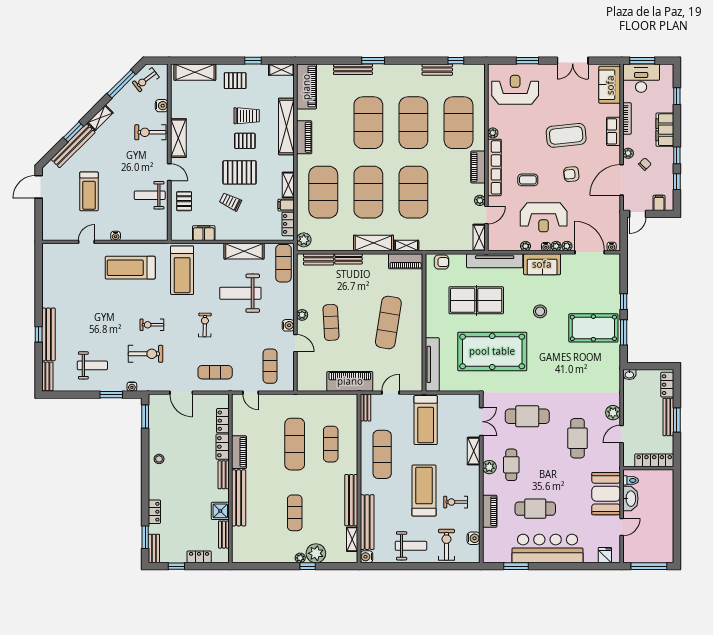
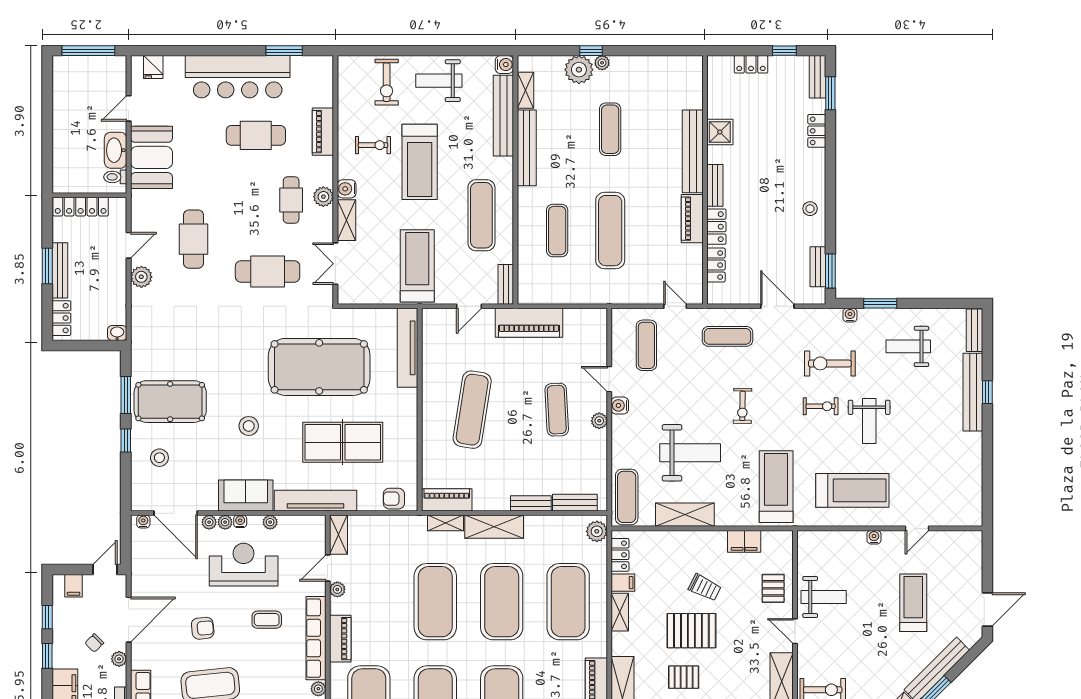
stool: (601, 290) -> (159, 458), added
weight bench: (119, 315) -> (869, 421), added
bench: (224, 535) -> (818, 267), moved
water cooler: (474, 538) -> (347, 189), moved

